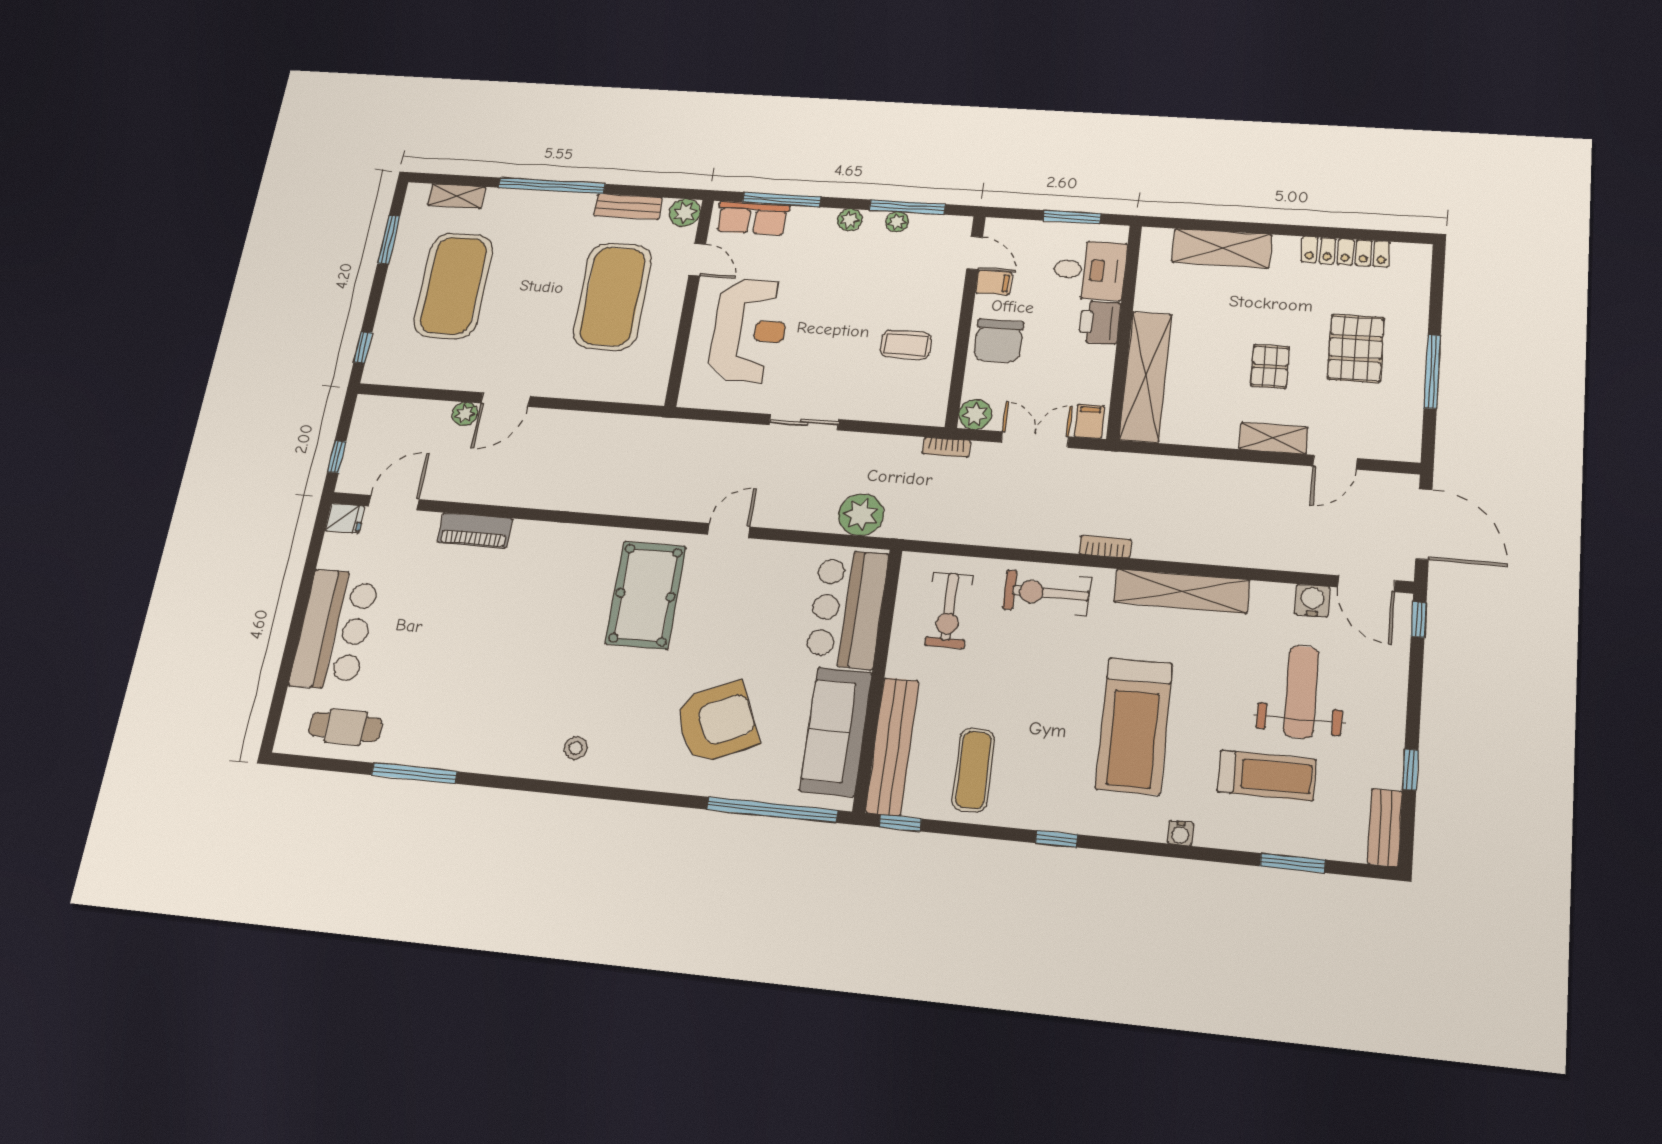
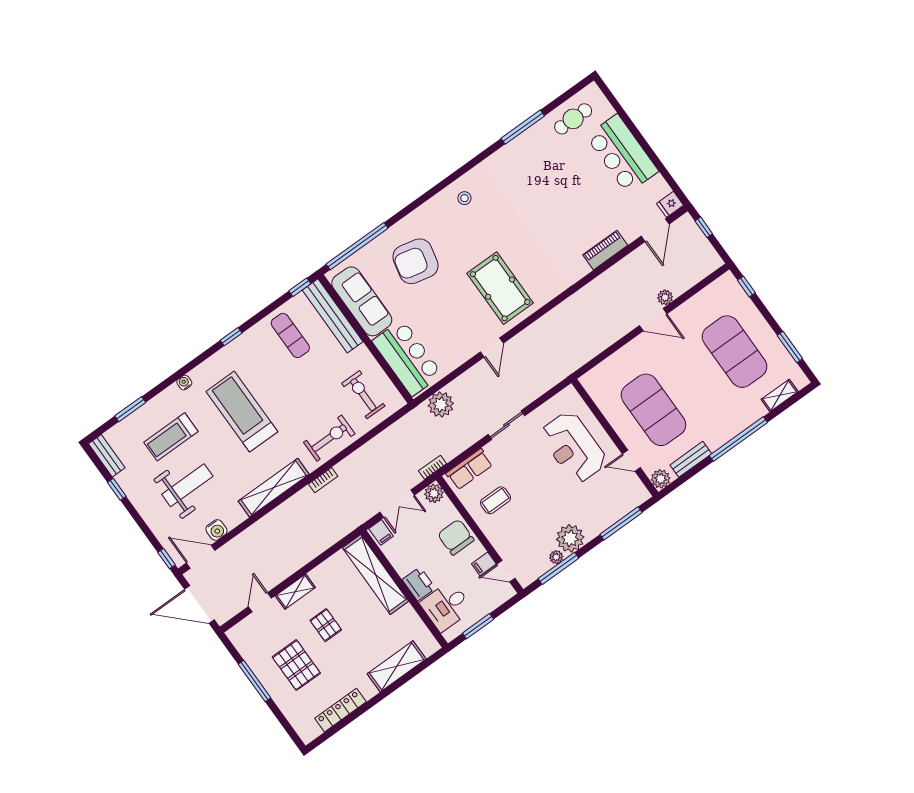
row of seats: (752, 218) -> (469, 469), moved, turned 180
plant: (850, 220) -> (570, 538), width x1.87, depth x1.87
door: (505, 400) -> (653, 320), swing flipped
weight bench: (1301, 692) -> (187, 485), turned -90
armchair: (717, 722) -> (415, 261), turned 37

